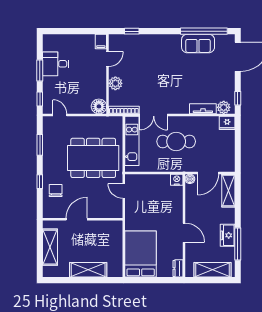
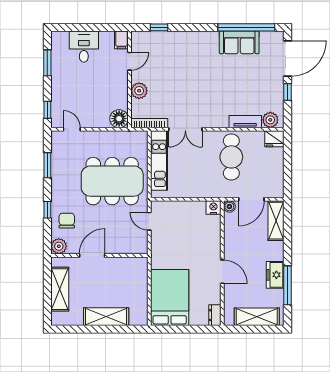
desk: (56, 64) -> (84, 47), moved, turned 90
window: (40, 71) -> (47, 63), moved
window: (238, 98) -> (287, 92), moved
cafe table: (176, 141) -> (231, 157), moved, turned 90
plant: (49, 212) -> (59, 246), added

